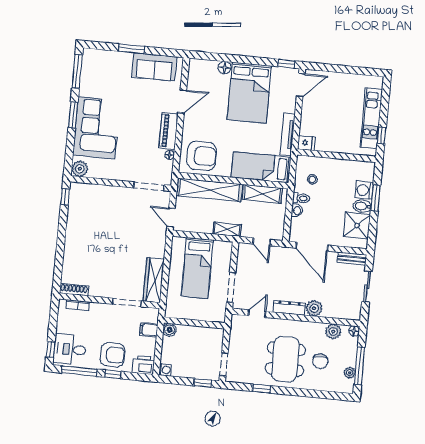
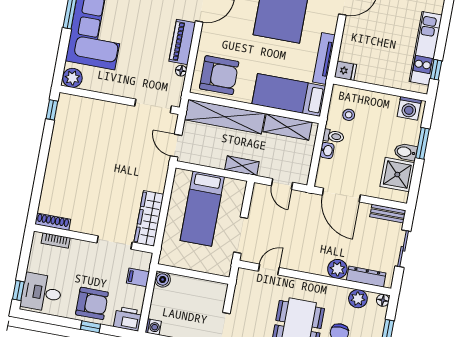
washing machine: (364, 190) -> (409, 108), moved, turned -90
dresser: (289, 308) -> (366, 277), moved
window: (79, 371) -> (50, 319), removed

